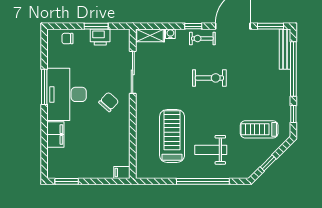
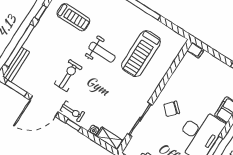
exercise bike: (209, 78) -> (68, 75), moved, turned 90
weight bench: (211, 150) -> (102, 52), moved

